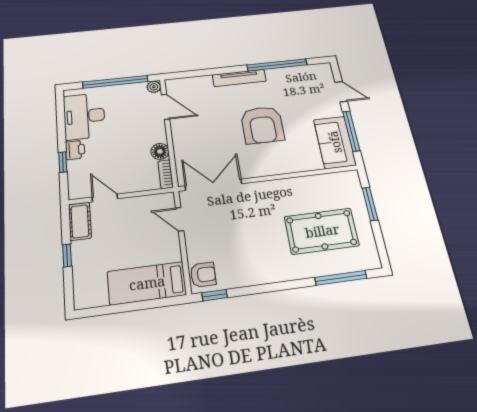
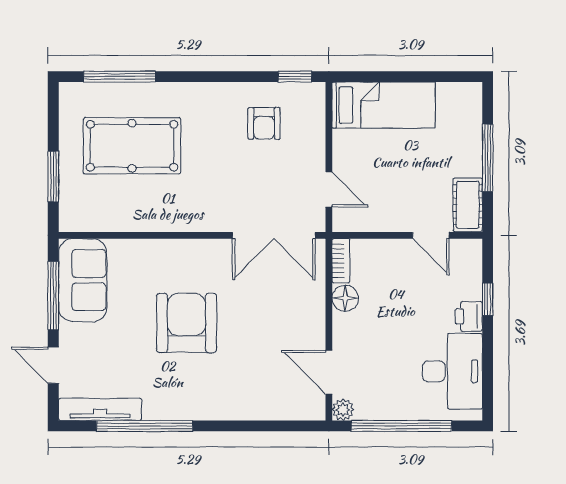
tv unit: (239, 78) -> (100, 409), moved
window: (67, 255) -> (488, 158), width x2.17
armchair: (203, 275) -> (264, 123), moved, turned -90

